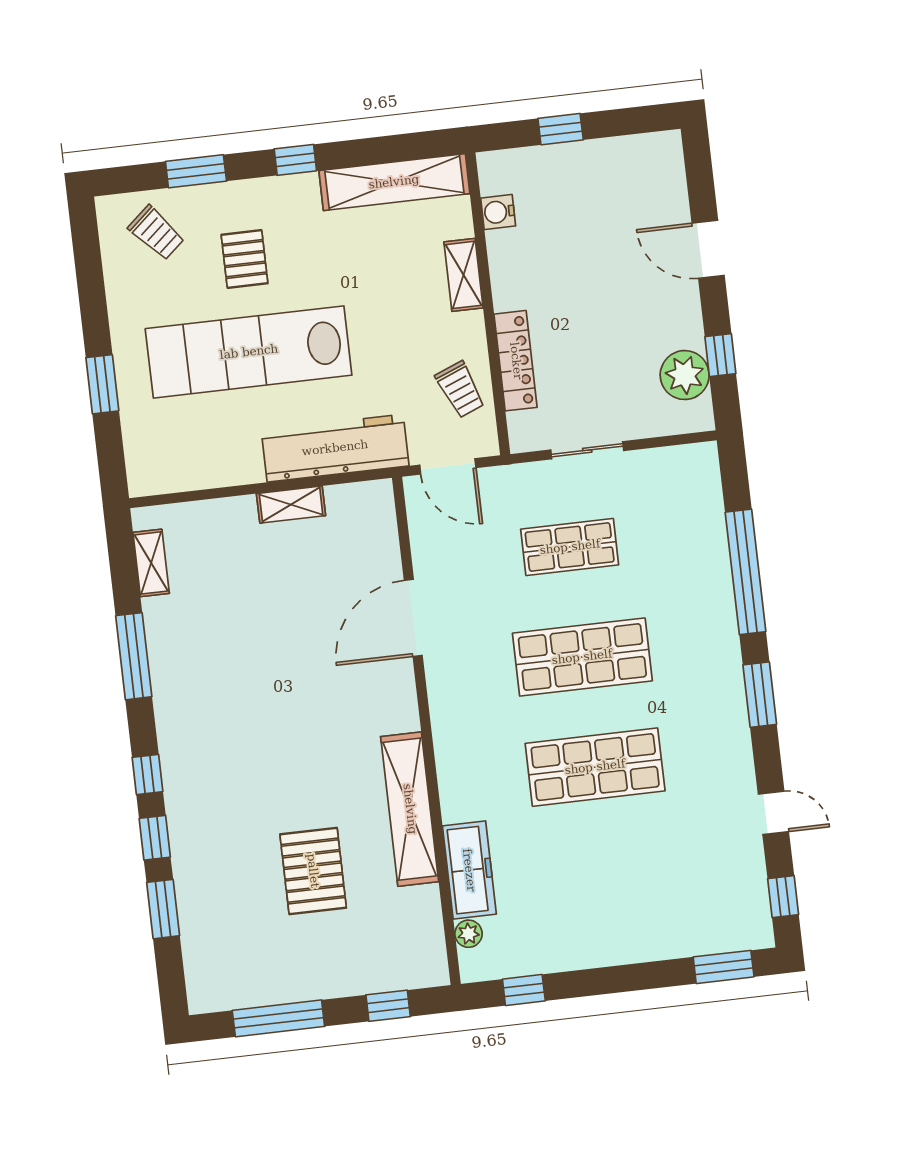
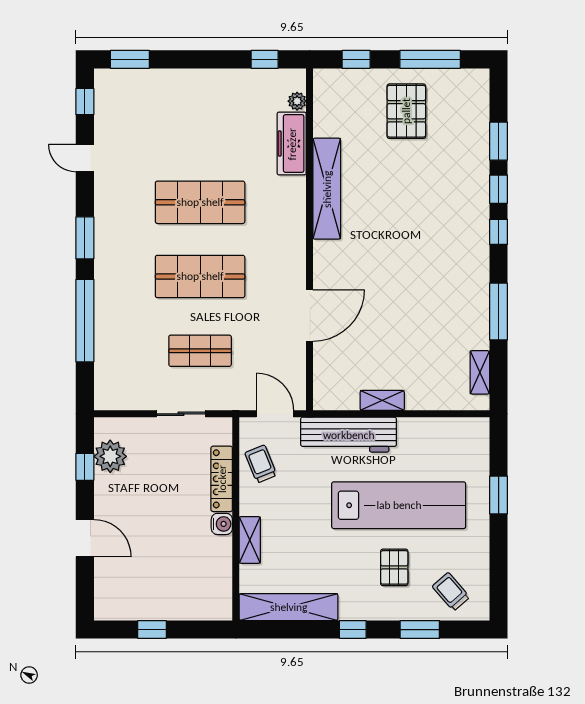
window: (561, 129) -> (152, 630), moved
water cooler: (498, 212) -> (222, 524), moved
pallet: (313, 871) -> (406, 111), moved

